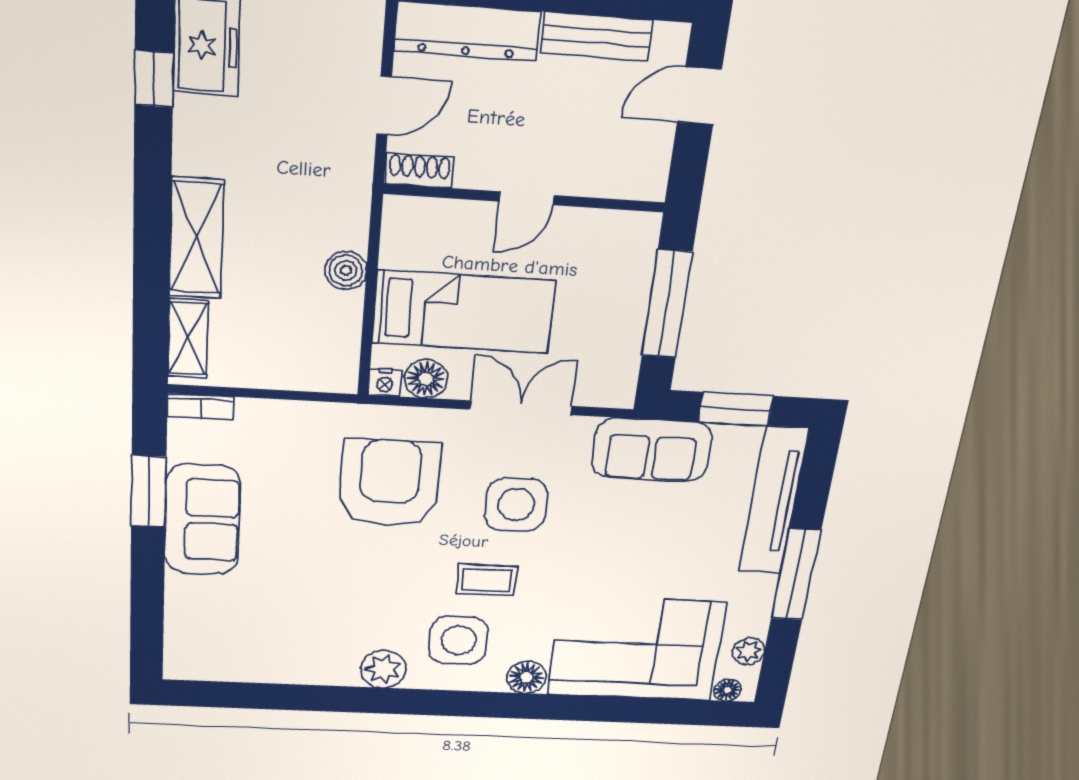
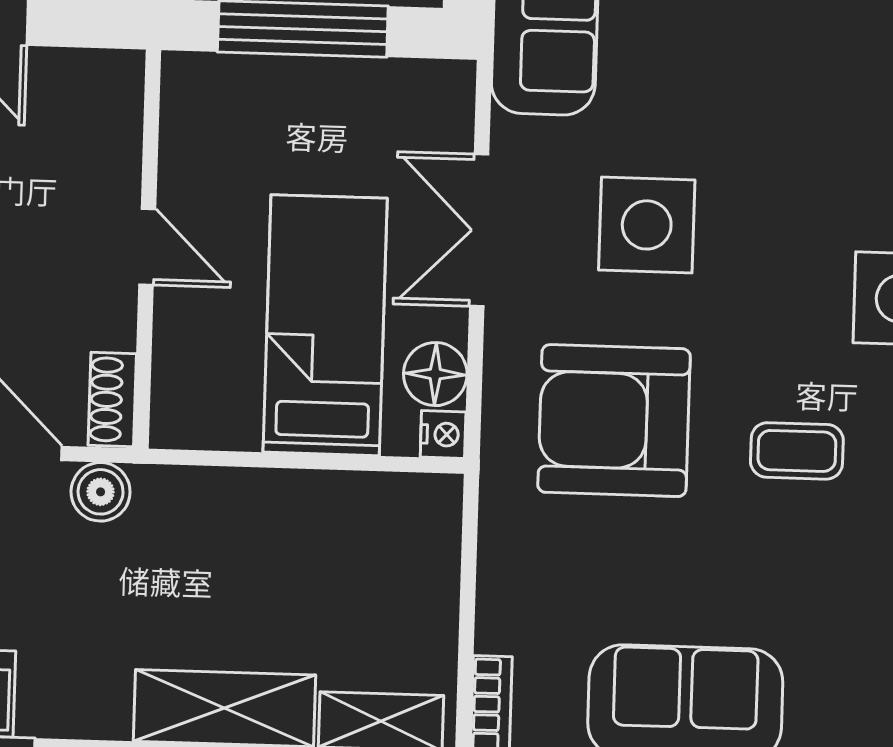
boiler: (346, 270) -> (101, 492), moved
coffee table: (487, 580) -> (797, 451), moved, turned 90

